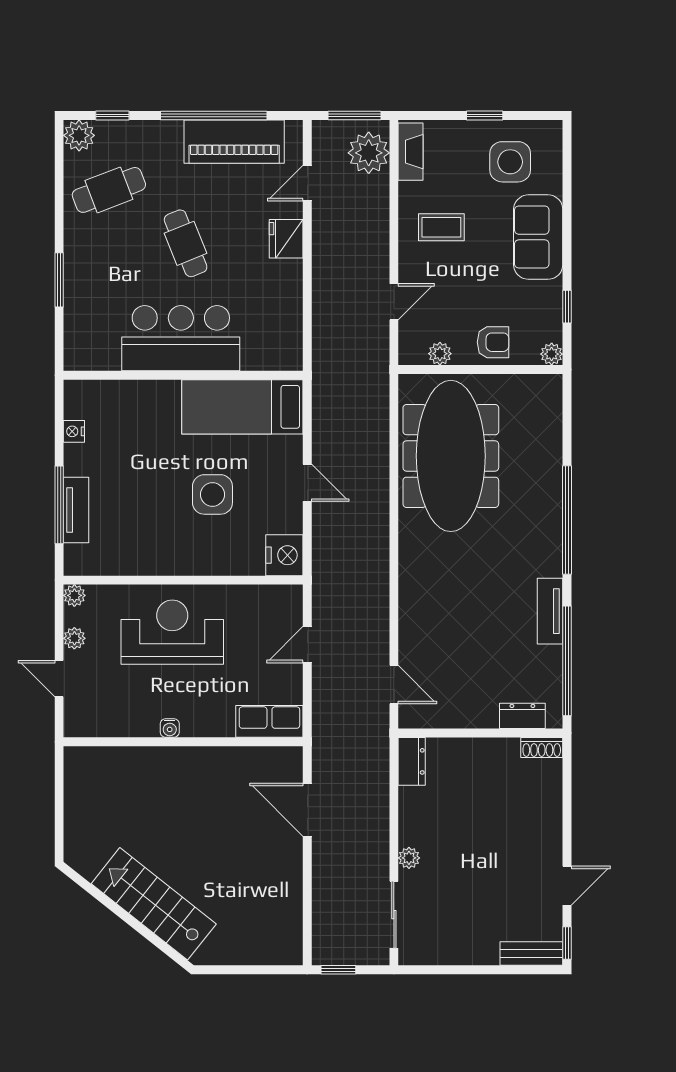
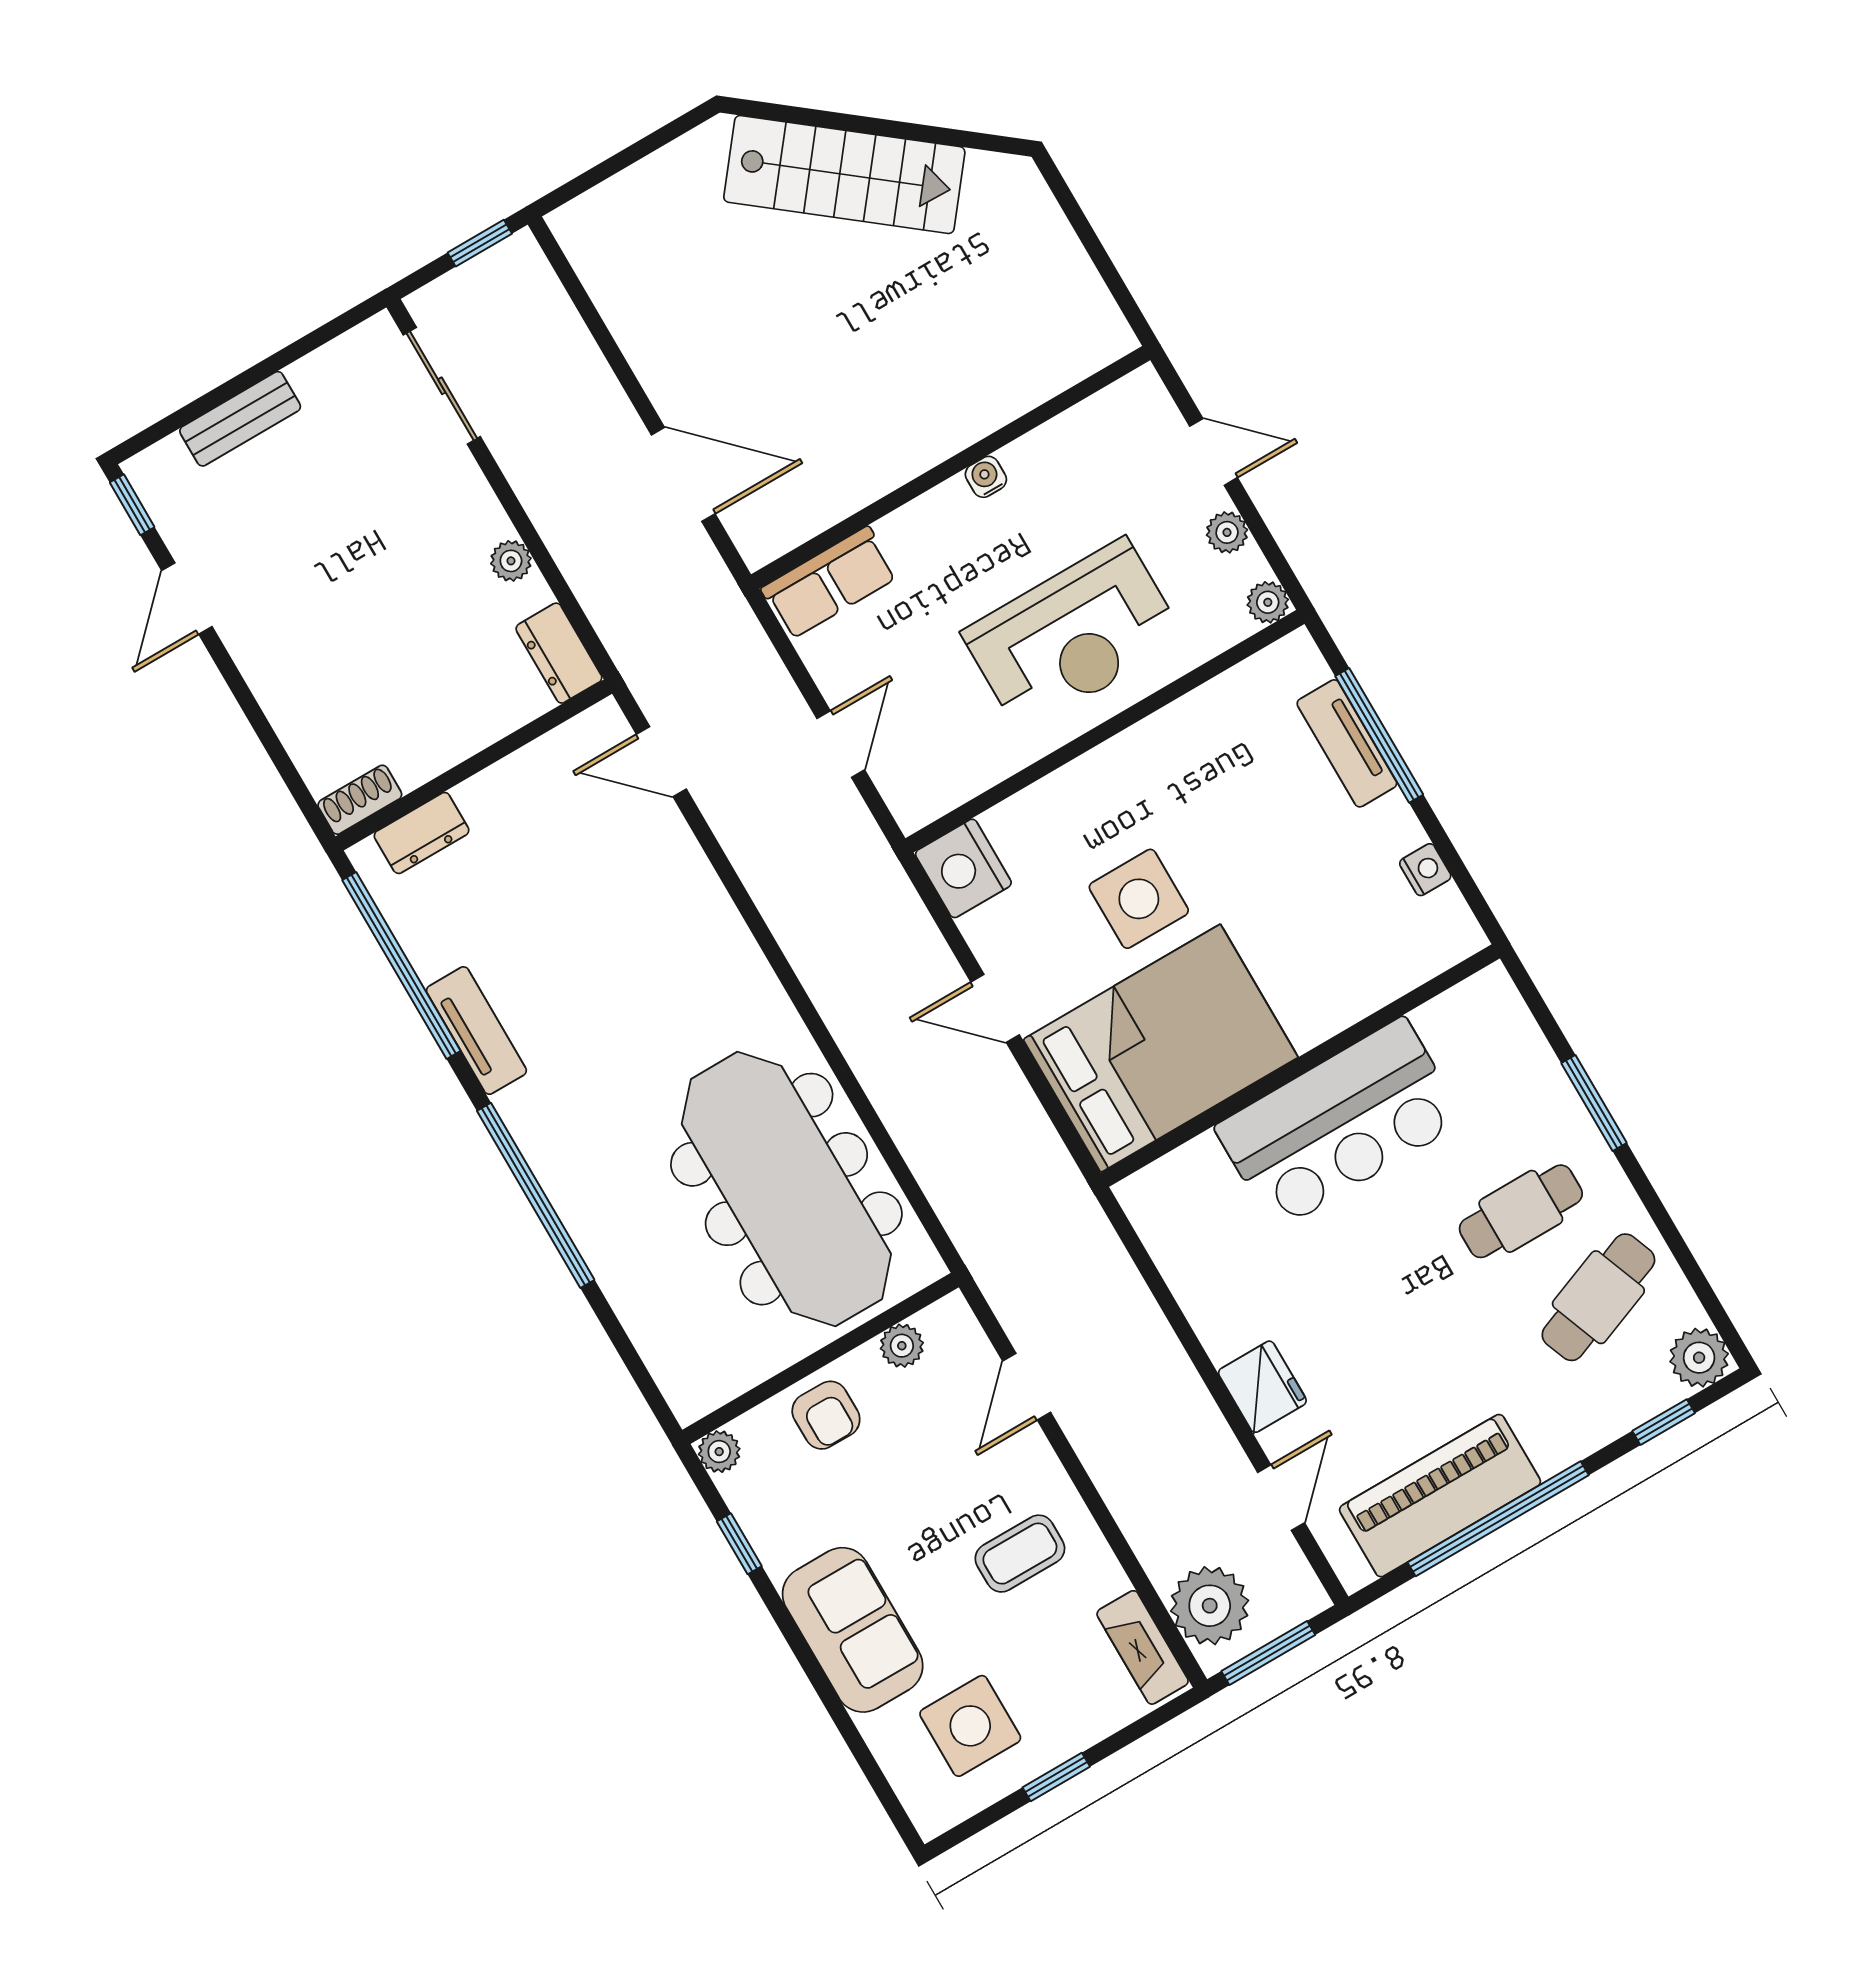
cafe table: (186, 243) -> (1521, 1211), moved, turned -68
armchair: (493, 342) -> (826, 1415), turned -90
bed: (242, 407) -> (1161, 1048), width x1.50
plant: (409, 858) -> (511, 561), moved
bench: (531, 953) -> (240, 419), moved

